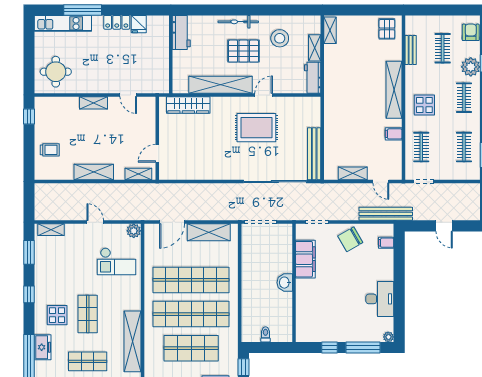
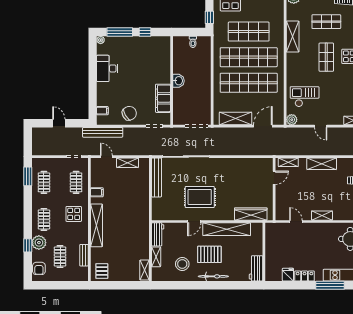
shelving: (132, 341) -> (293, 37), width x0.68

